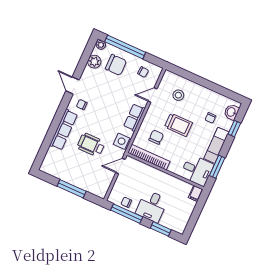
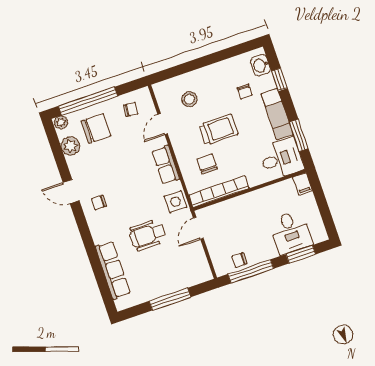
row of seats: (64, 130) -> (113, 270), moved
desk: (152, 206) -> (291, 232), moved

